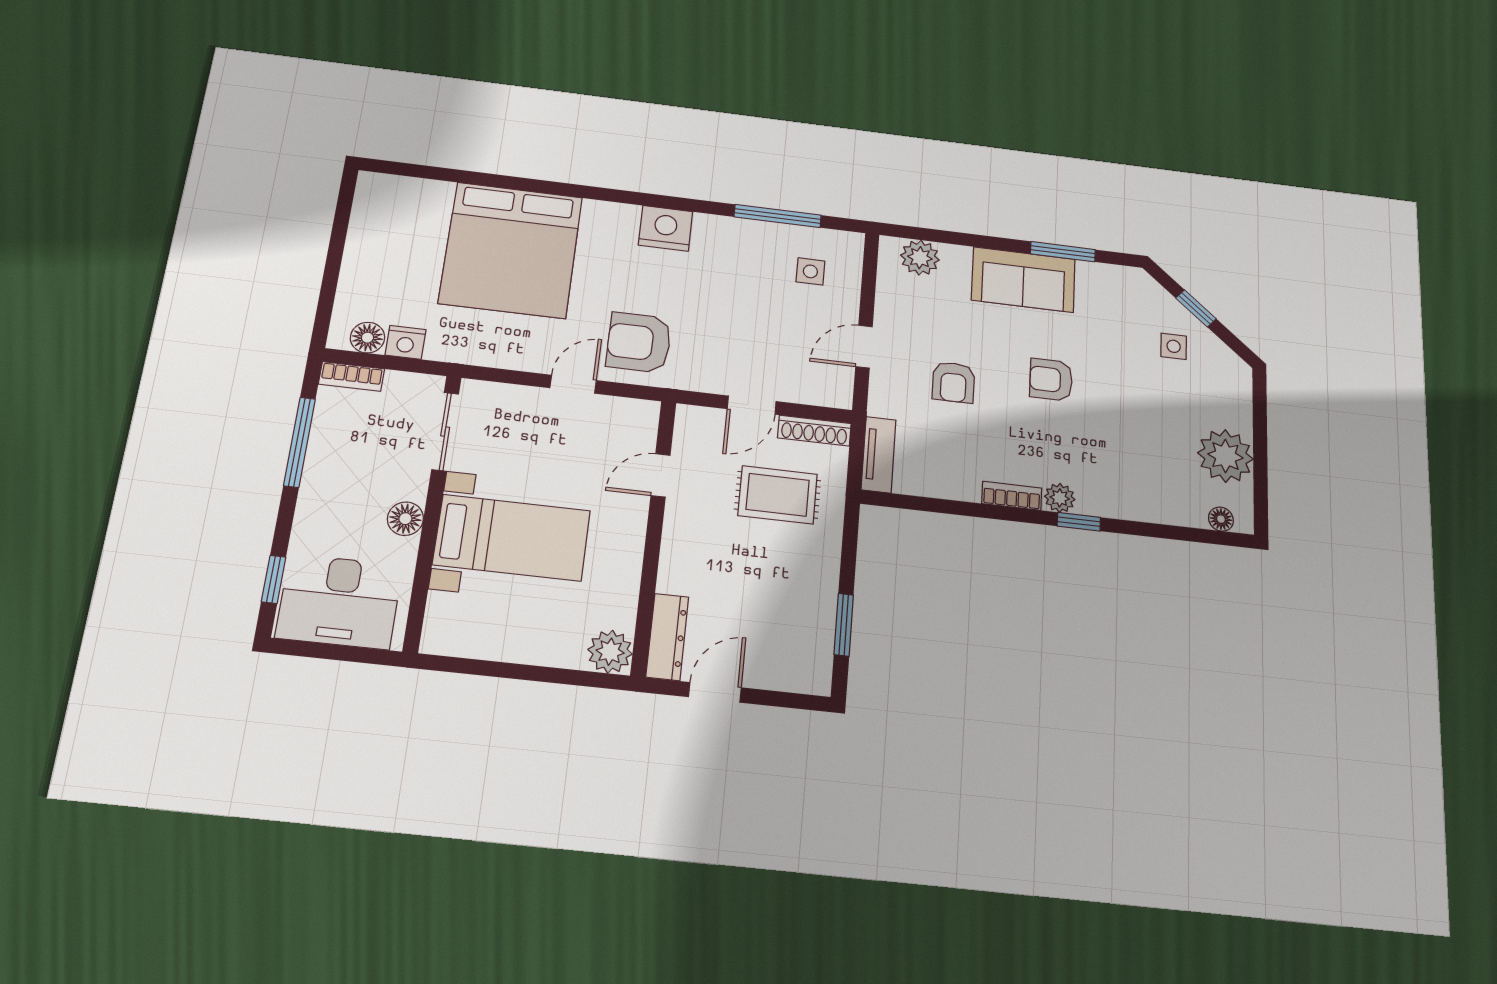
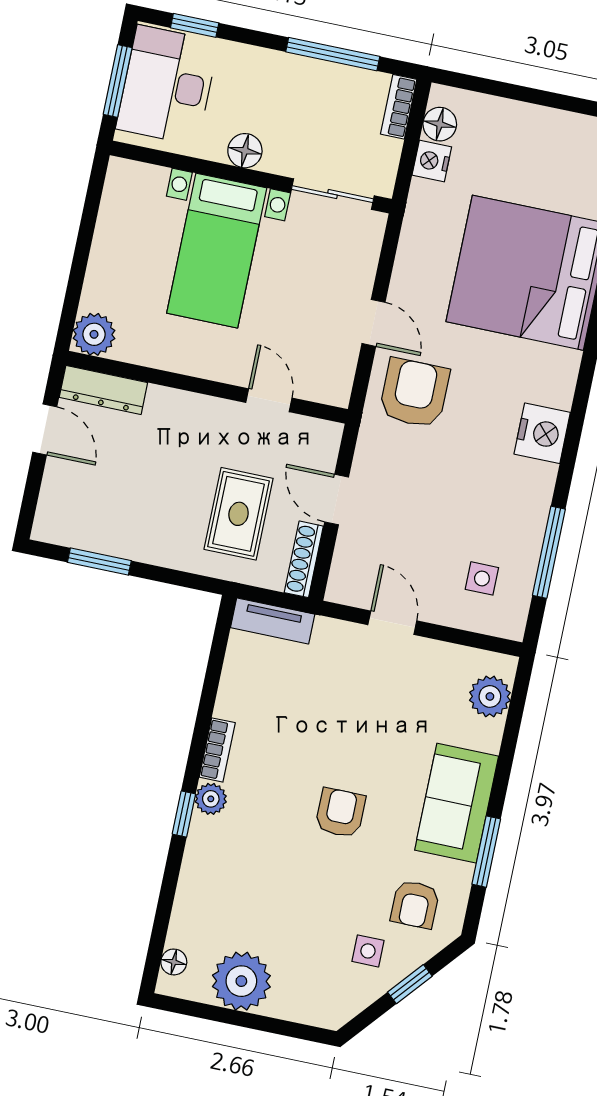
armchair: (953, 382) -> (415, 904), moved, turned -90
window: (337, 652) -> (118, 81), added

